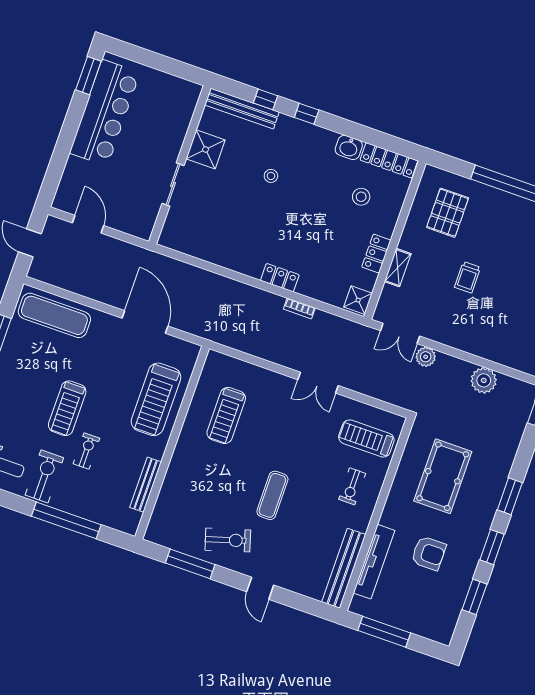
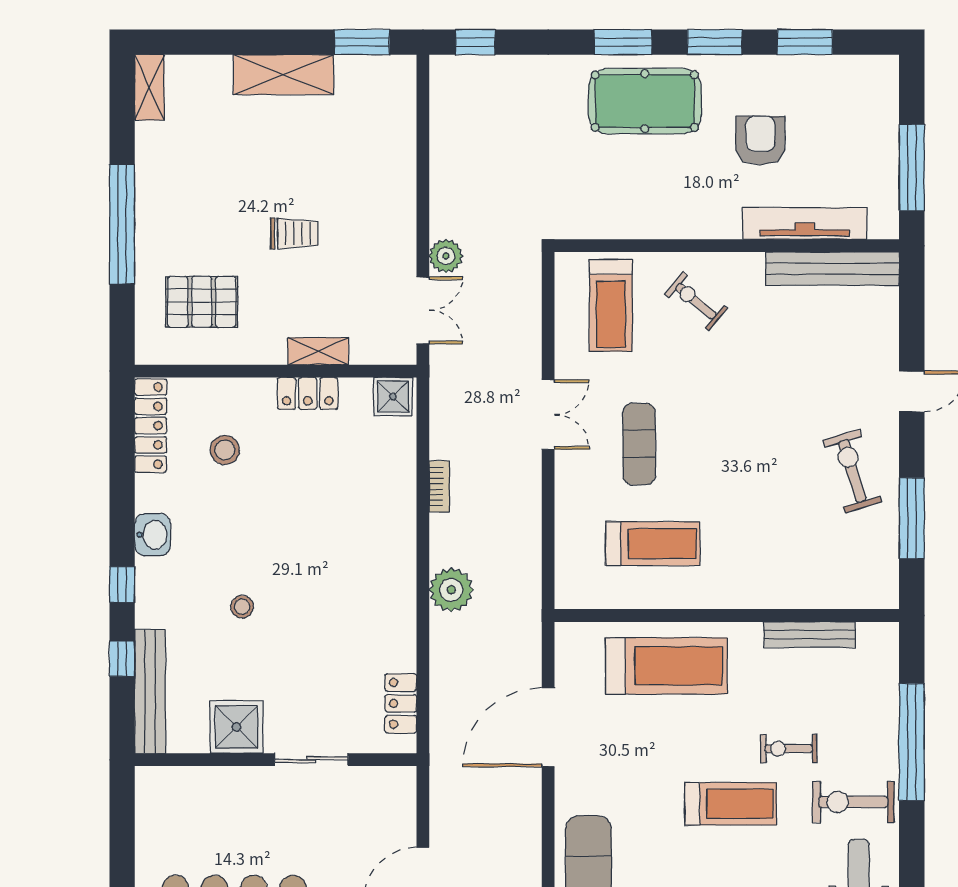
washbasin: (349, 147) -> (152, 535), moved
locker: (280, 278) -> (401, 703), moved
plant: (484, 380) -> (451, 590), moved
pool table: (443, 476) -> (645, 101), moved
exercise bike: (352, 486) -> (696, 301), turned -140
exercise mat: (272, 495) -> (639, 444), moved, turned 90

